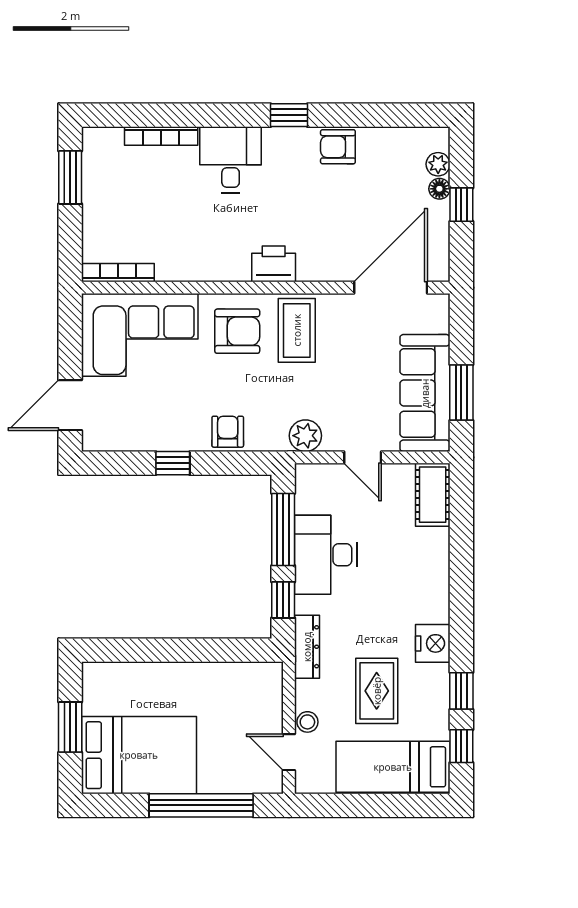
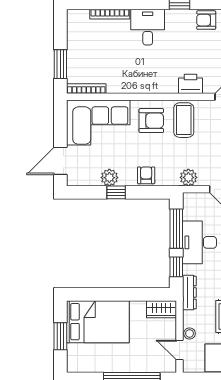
window: (70, 177) -> (60, 64), moved
printer: (274, 264) -> (191, 84), moved
plant: (160, 436) -> (109, 178), added
wardrobe: (256, 677) -> (161, 309), added
bed: (139, 755) -> (98, 322), moved

